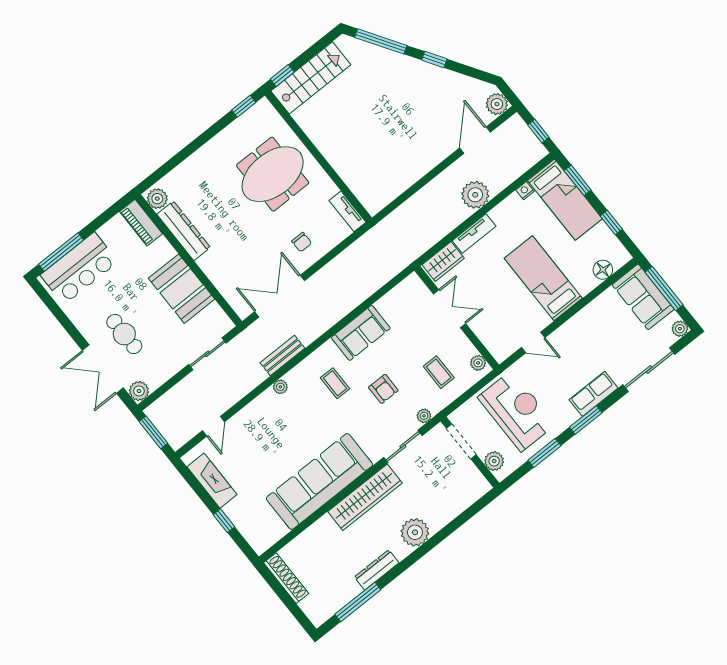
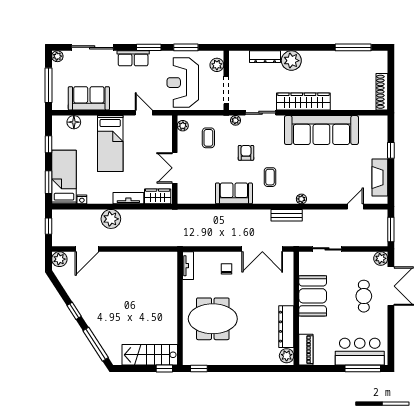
sofa: (643, 297) -> (89, 98), moved, turned -90
dresser: (377, 570) -> (265, 57), moved

